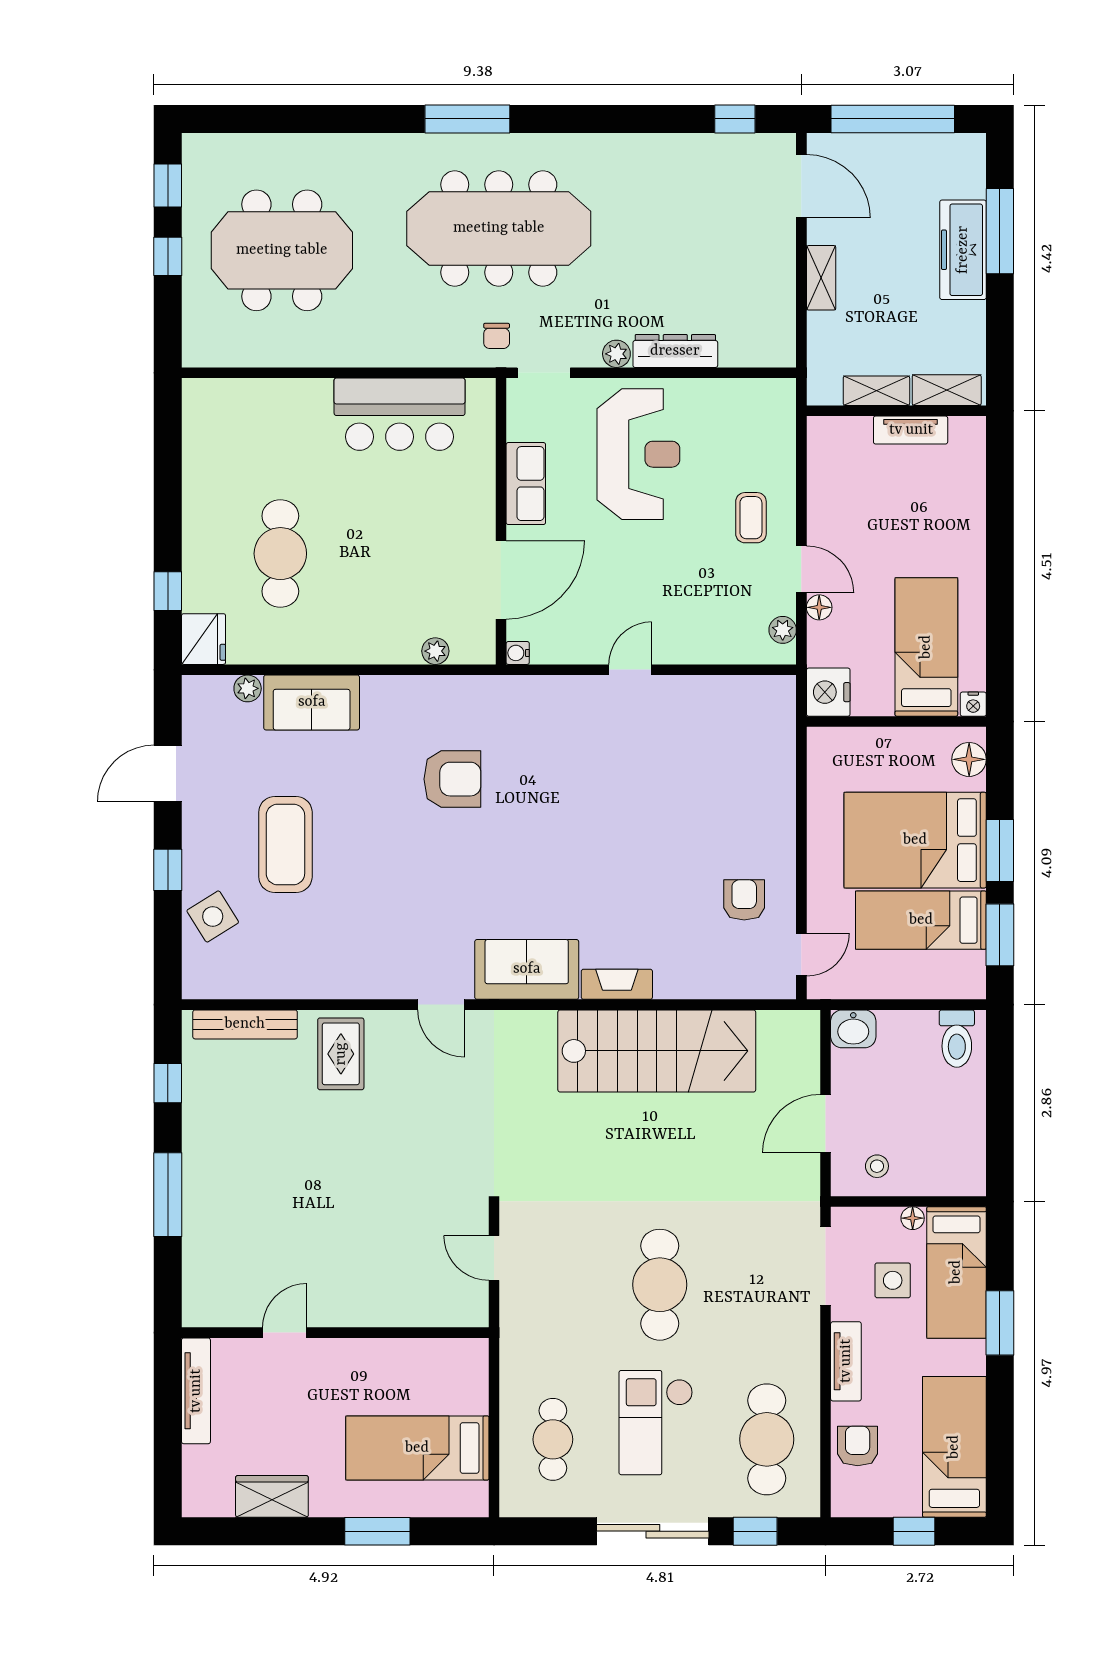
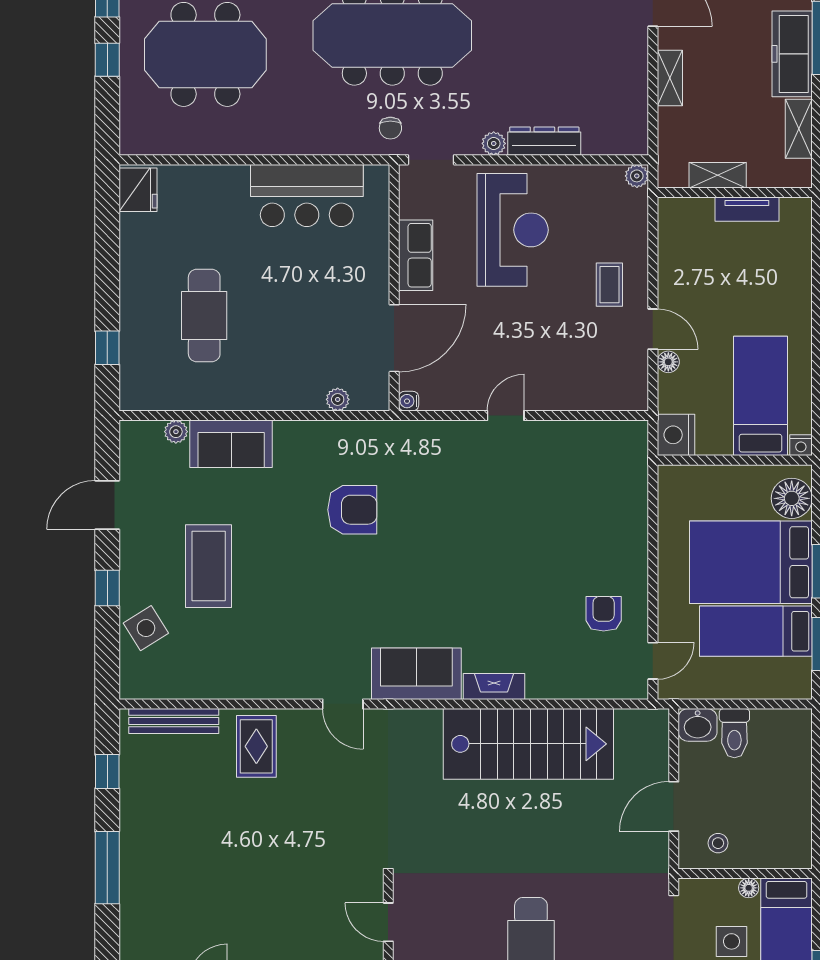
shelving: (947, 390) -> (799, 129), moved, turned 90
plant: (783, 630) -> (637, 176), moved
fridge: (204, 639) -> (138, 190), moved
floor lamp: (969, 759) -> (792, 498), width x1.38, depth x1.38
toilet: (957, 1039) -> (734, 733), moved

